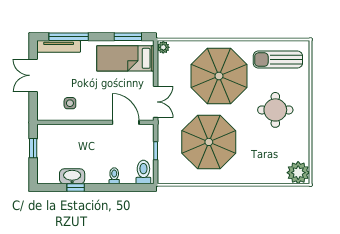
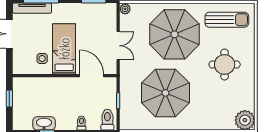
bed: (125, 58) -> (64, 49), moved, turned 90
sun lounger: (278, 60) -> (227, 20), turned 180
double door: (156, 102) -> (118, 46), moved

